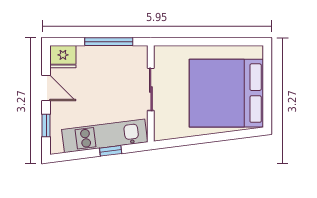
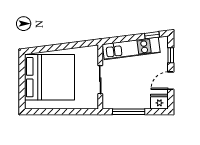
door: (46, 88) -> (171, 81), hinge flipped
window: (111, 151) -> (152, 35), moved

